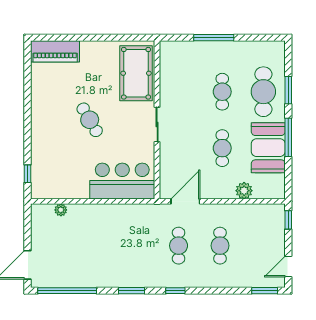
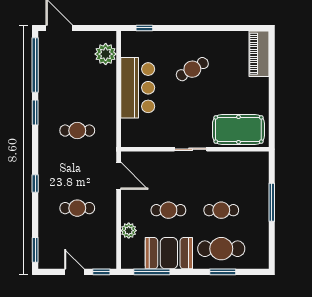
cafe table: (90, 120) -> (192, 69), moved
window: (288, 137) -> (152, 272), moved
bar counter: (122, 181) -> (138, 88), moved
plant: (61, 210) -> (106, 54), width x1.88, depth x1.88
cafe table: (179, 246) -> (77, 131), moved
door: (288, 267) -> (74, 272), moved
window: (132, 291) -> (35, 112), moved
window: (175, 291) -> (35, 184), moved

